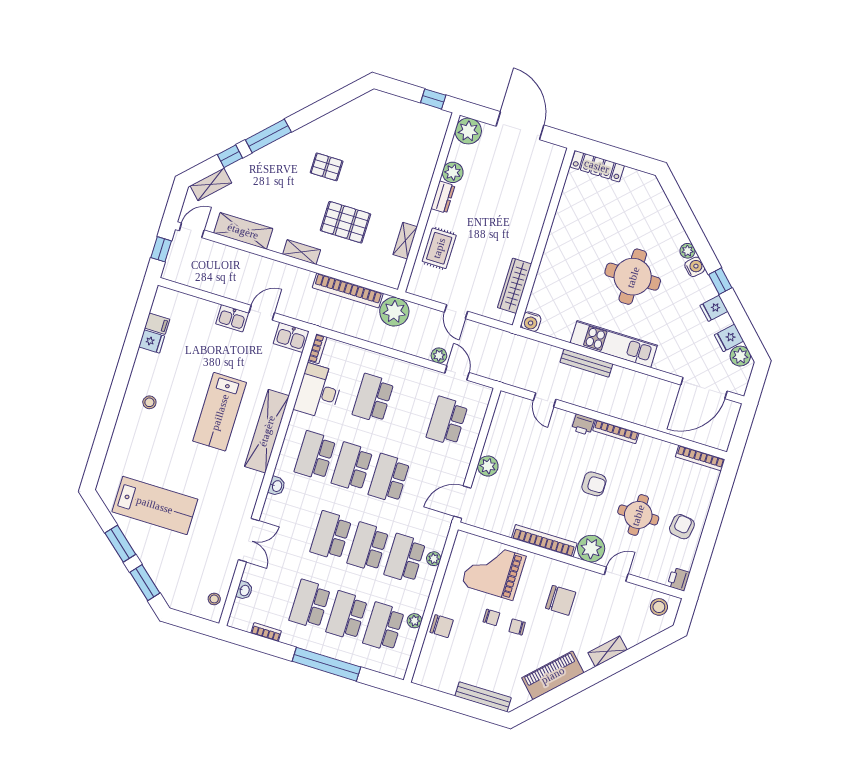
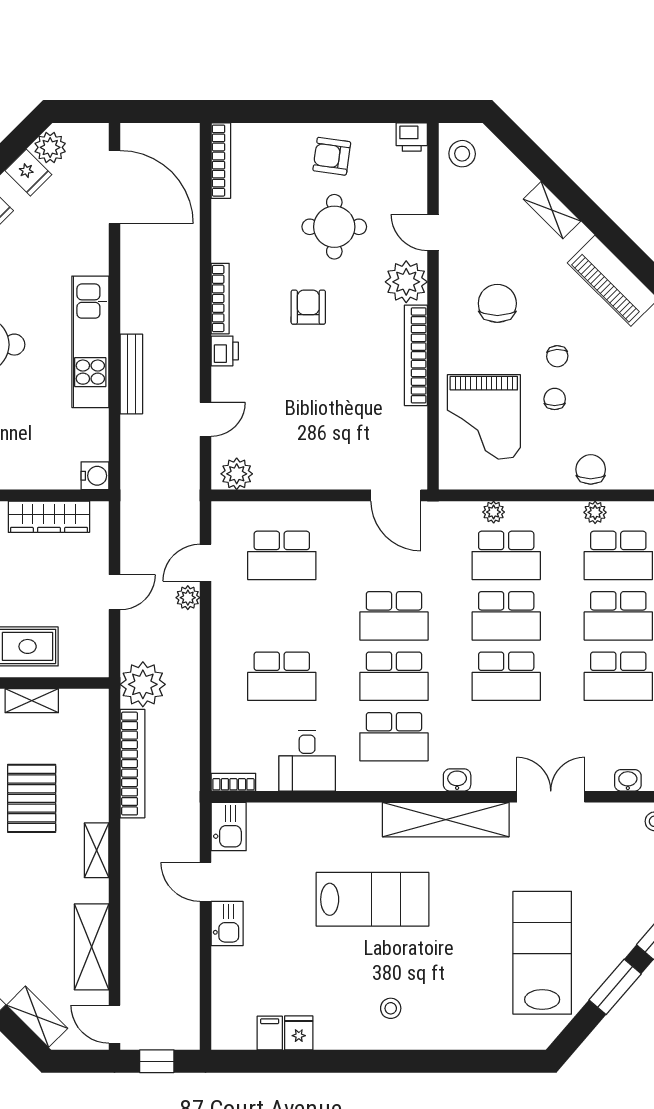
desk: (319, 391) -> (307, 761), width x0.73
shelving: (267, 431) -> (446, 820), moved
plant: (488, 466) -> (237, 474), moved

